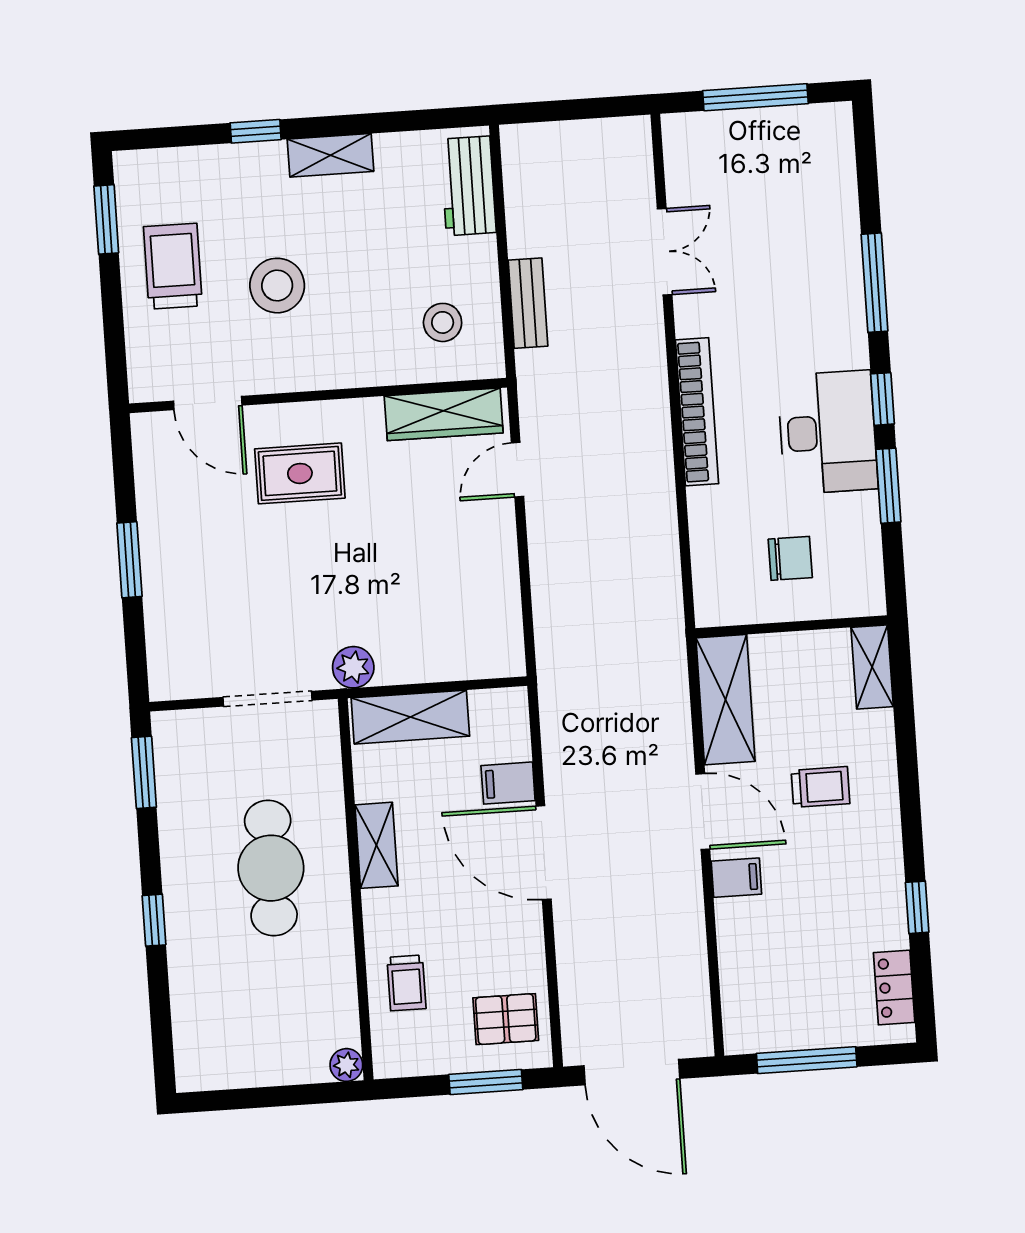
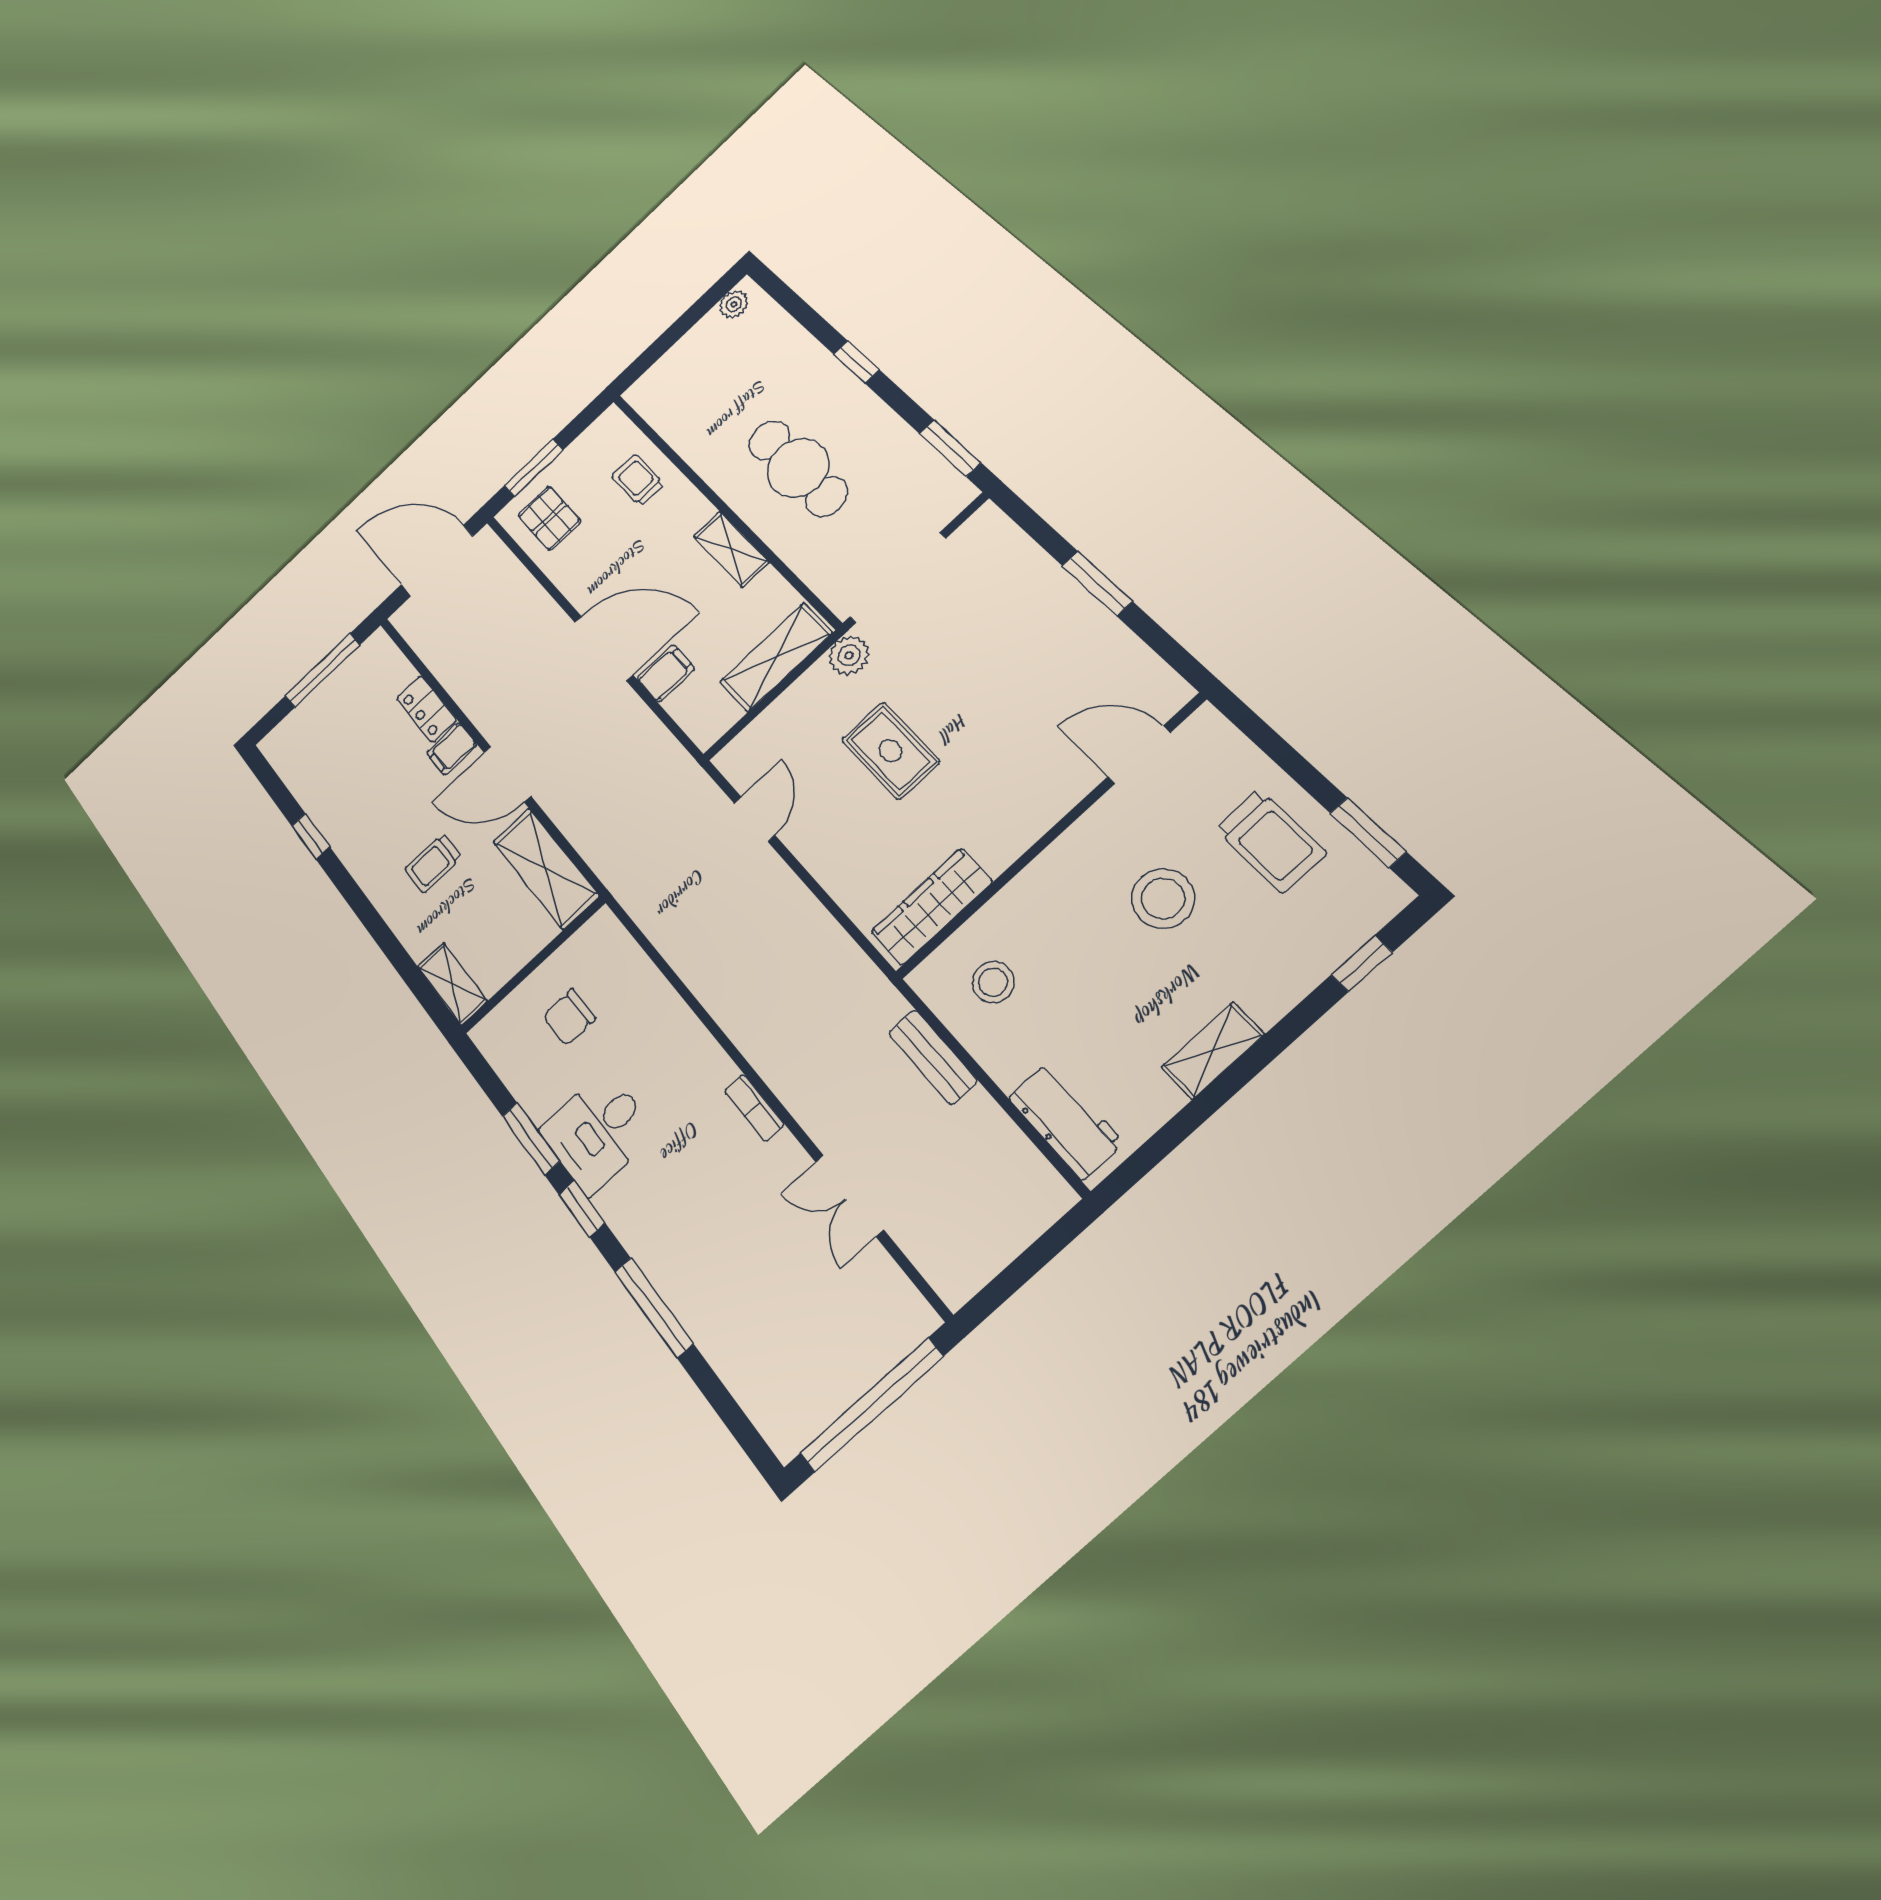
window: (755, 97) -> (872, 1405), width x1.46
window: (256, 131) -> (1362, 963), moved
bookcase: (697, 412) -> (754, 1108), width x0.43, depth x0.76
desk: (828, 432) -> (598, 1132), width x0.73
door: (517, 470) -> (755, 819), moved
rug: (300, 473) -> (891, 751), moved, turned 90
doorway: (268, 699) -> (898, 578), width x1.36
locker: (894, 987) -> (427, 709), moved, turned 180
pallet: (506, 1019) -> (549, 518), turned 90
plant: (346, 1065) -> (734, 304), moved

